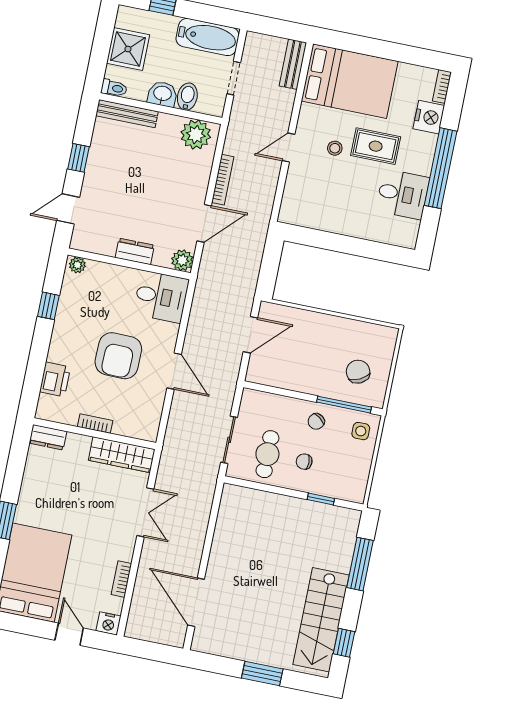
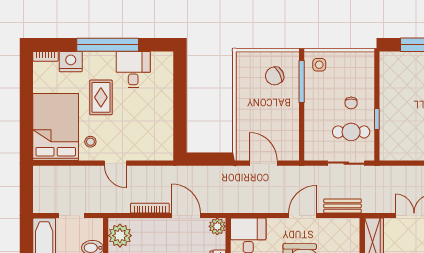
bench: (293, 64) -> (342, 206), moved
stool: (335, 148) -> (90, 142), moved
chair: (316, 421) -> (319, 100), removed
window: (321, 499) -> (377, 119), moved

